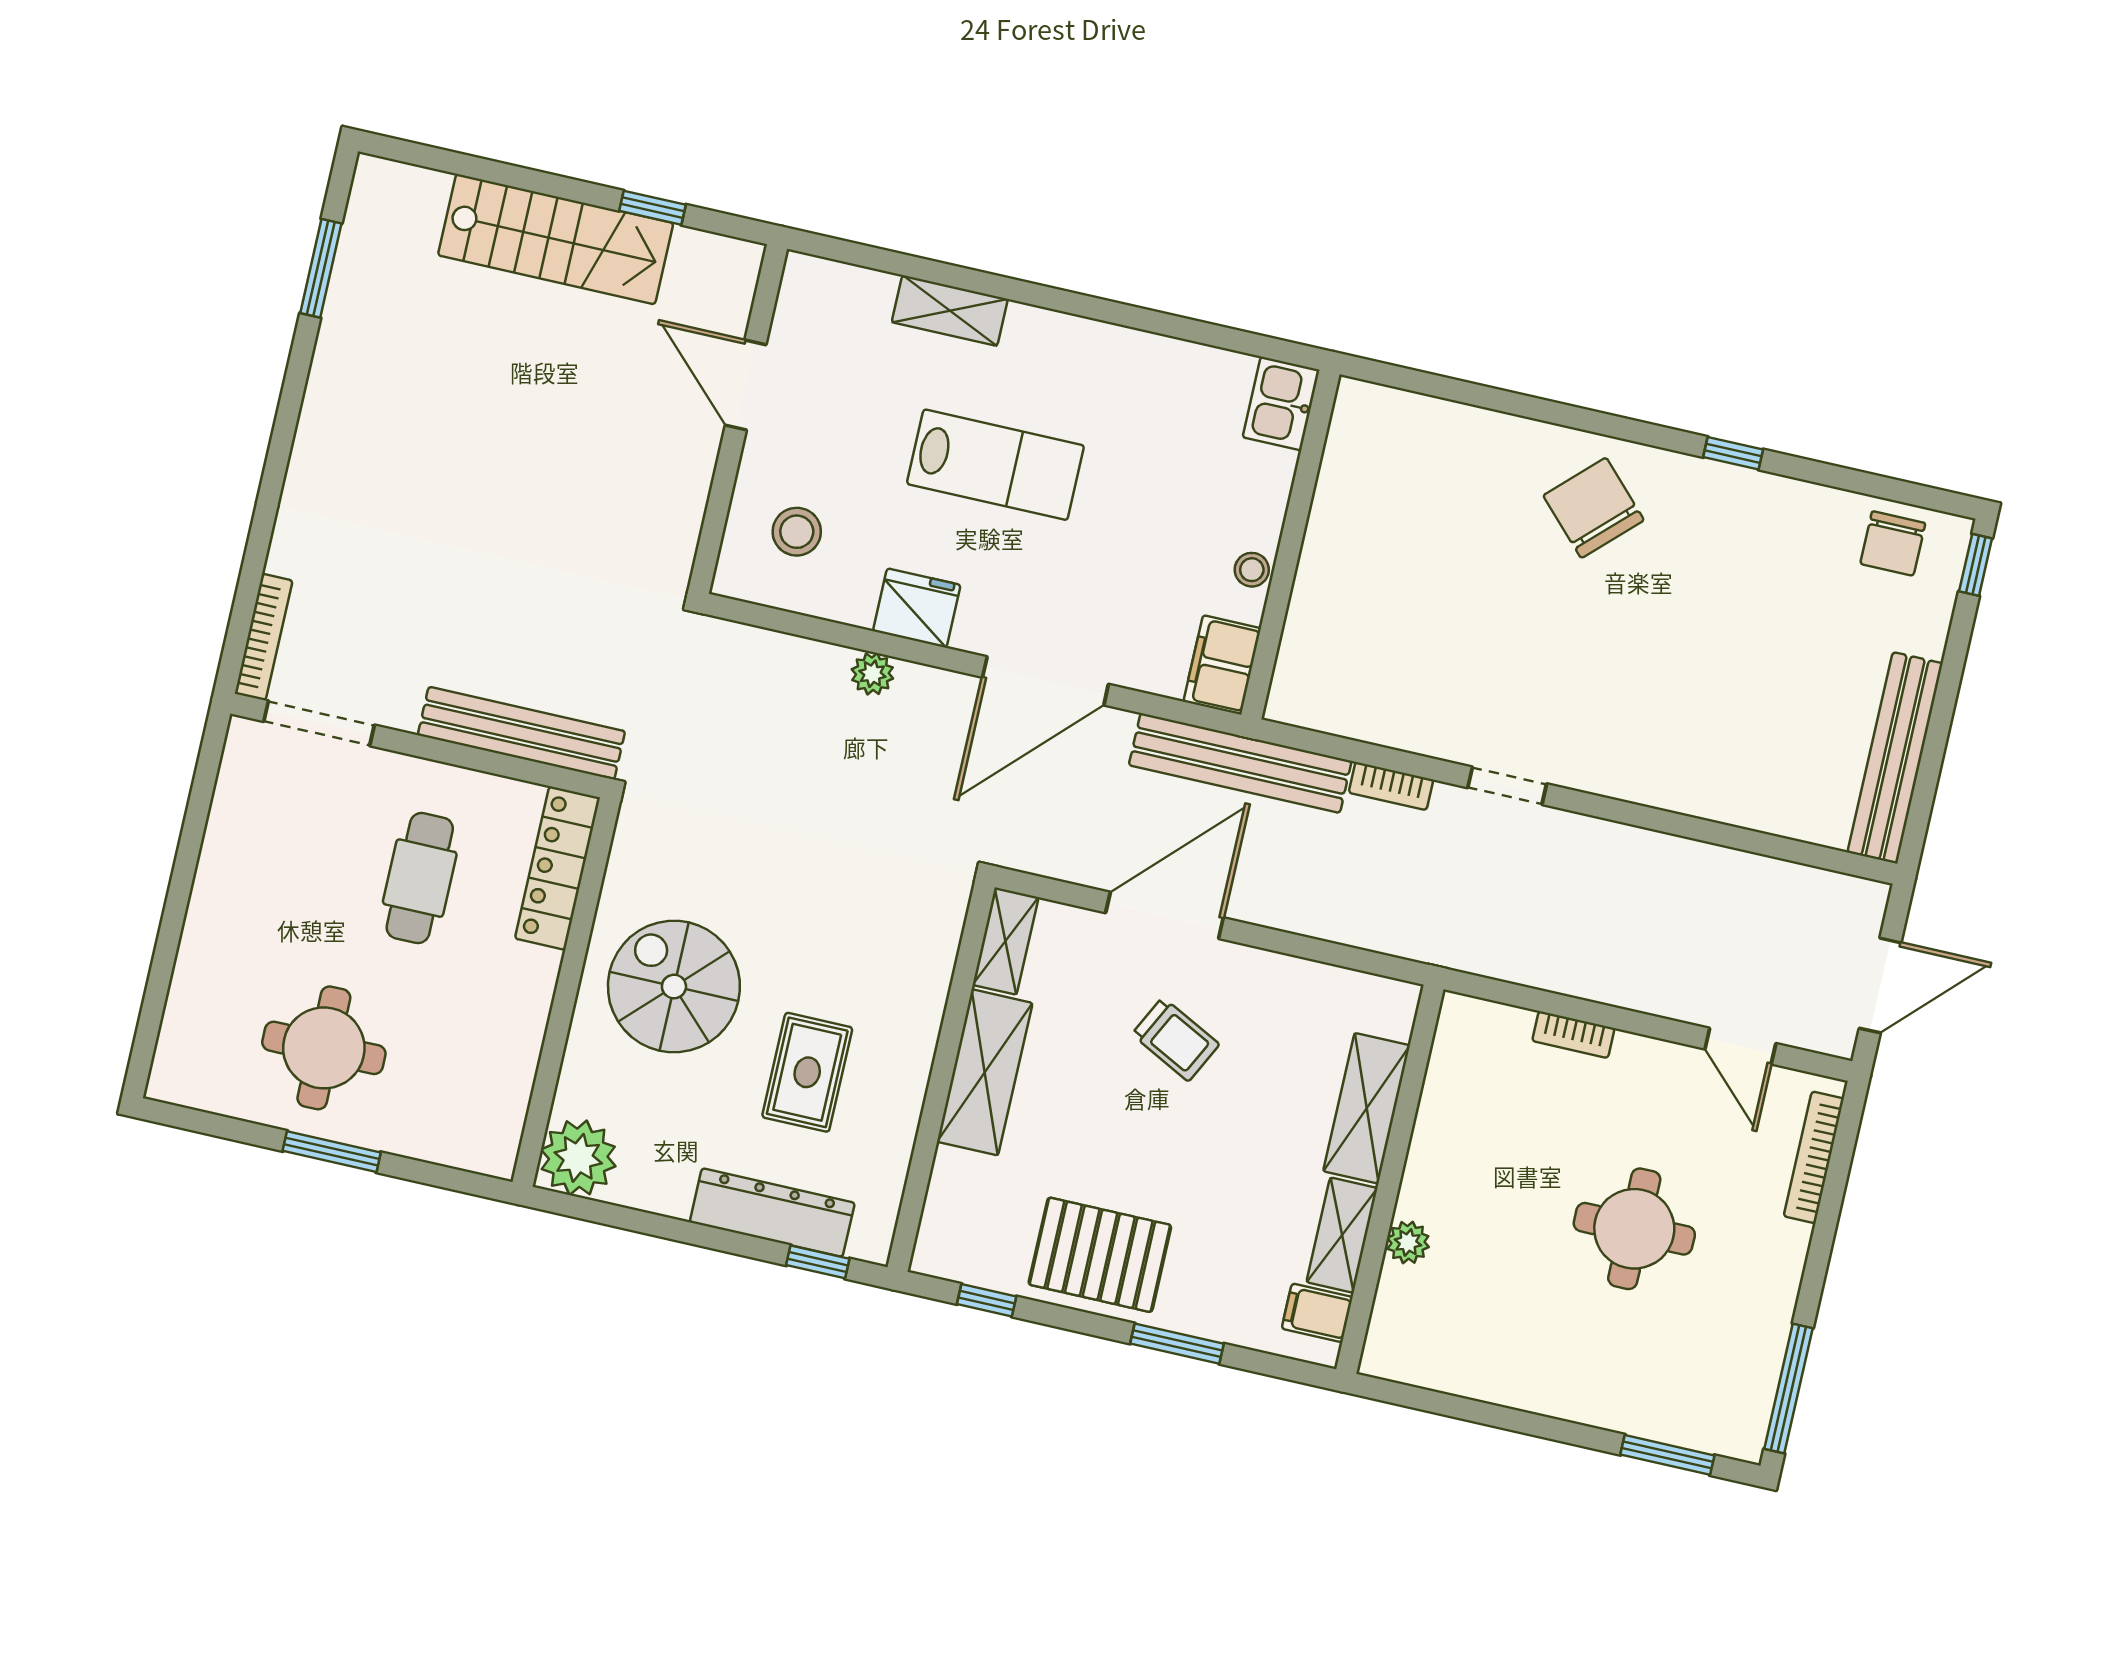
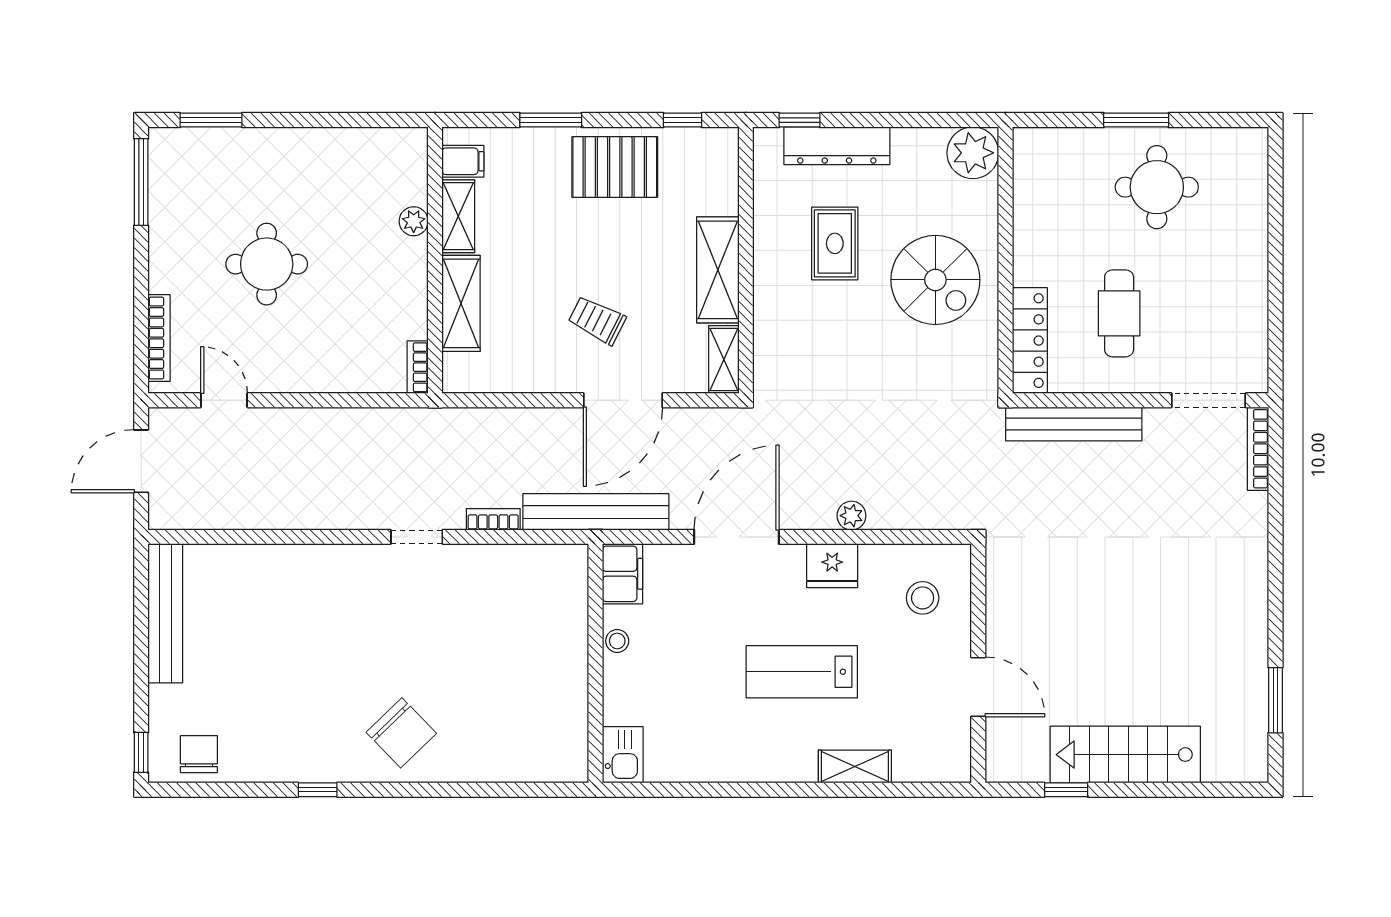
bookcase: (1573, 1035) -> (418, 367), moved, turned -90

